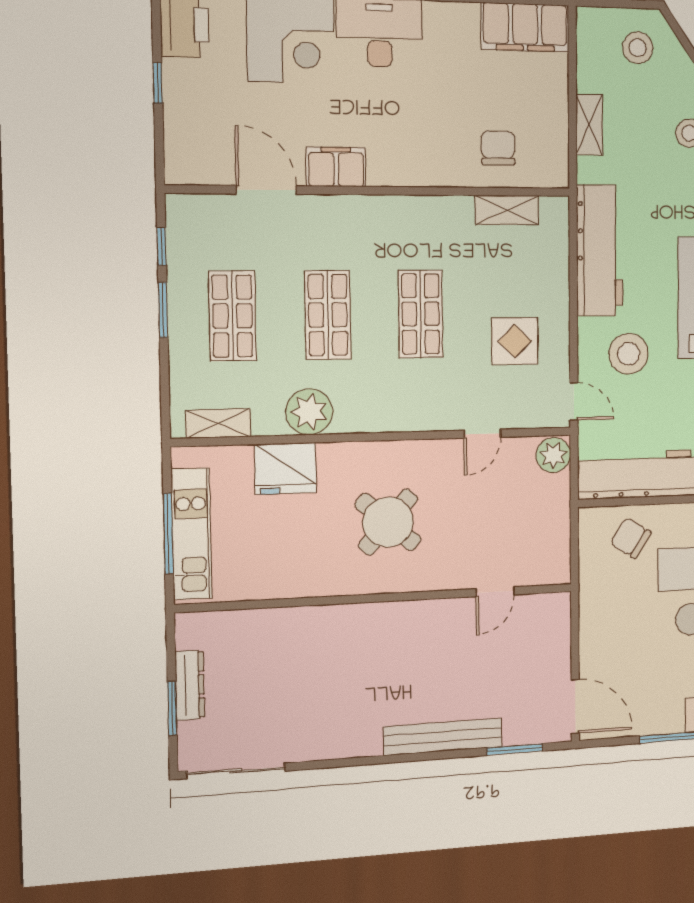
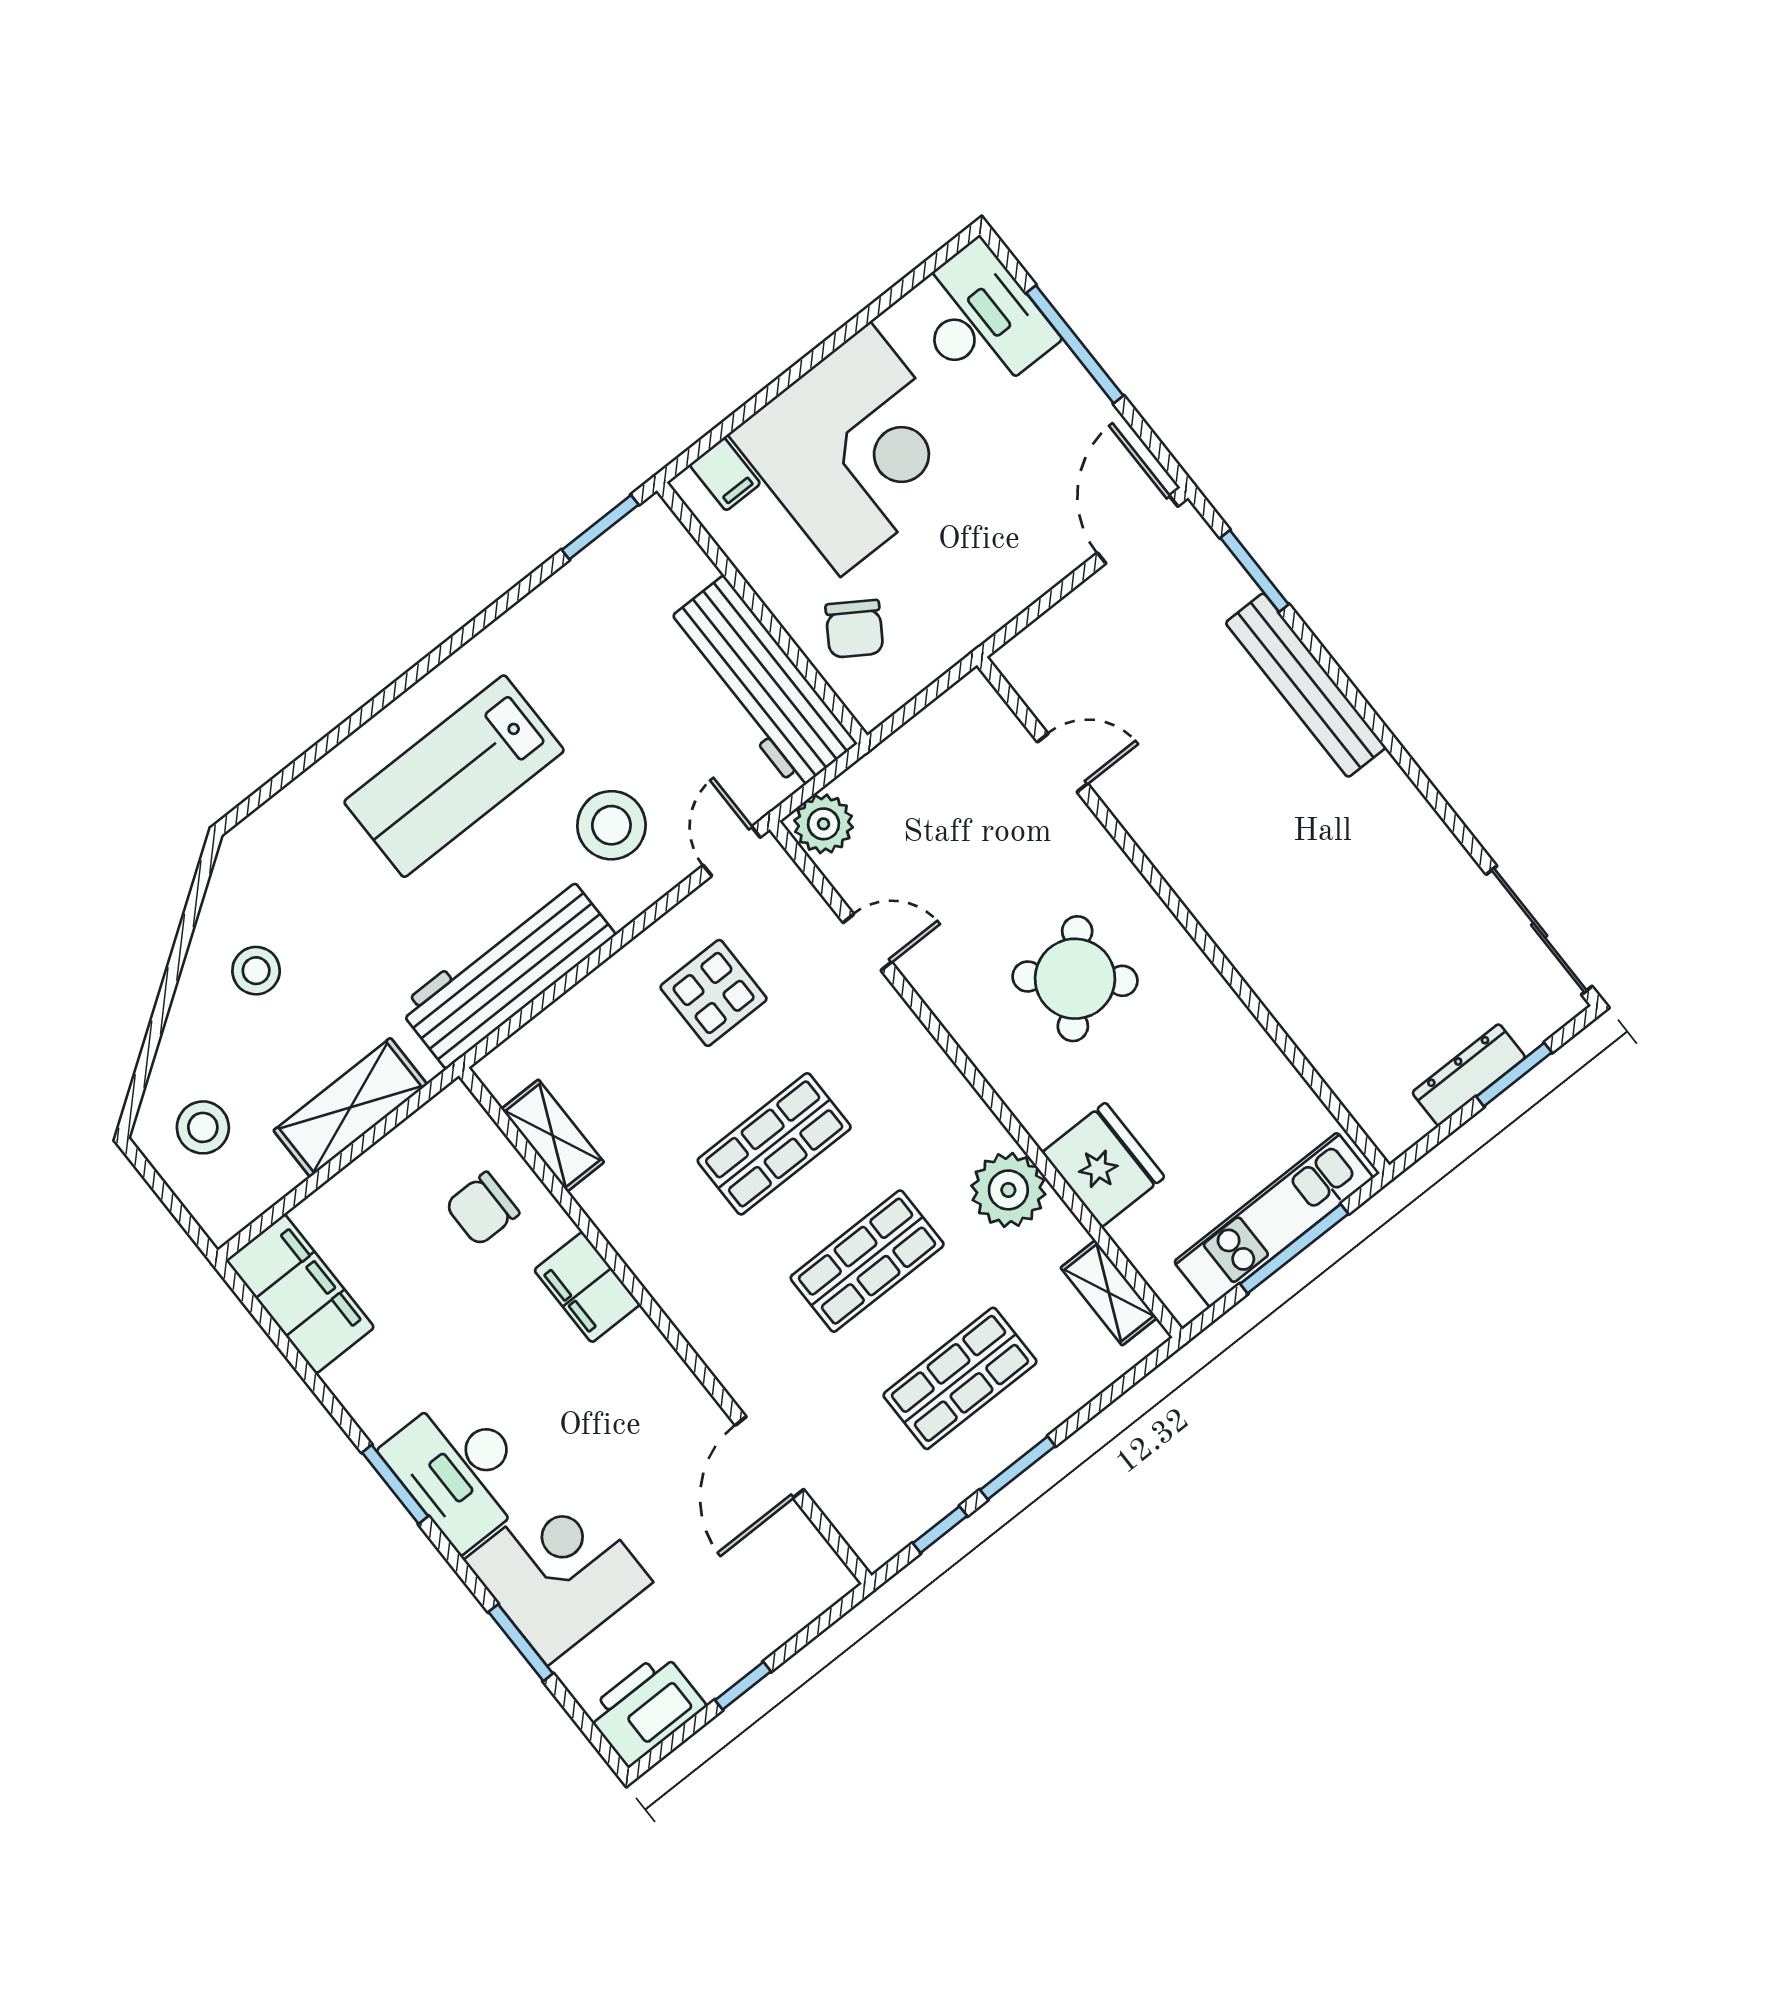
shelving: (589, 125) -> (350, 1107), width x1.50, depth x1.33
filing cabinet: (336, 167) -> (587, 1287), moved

